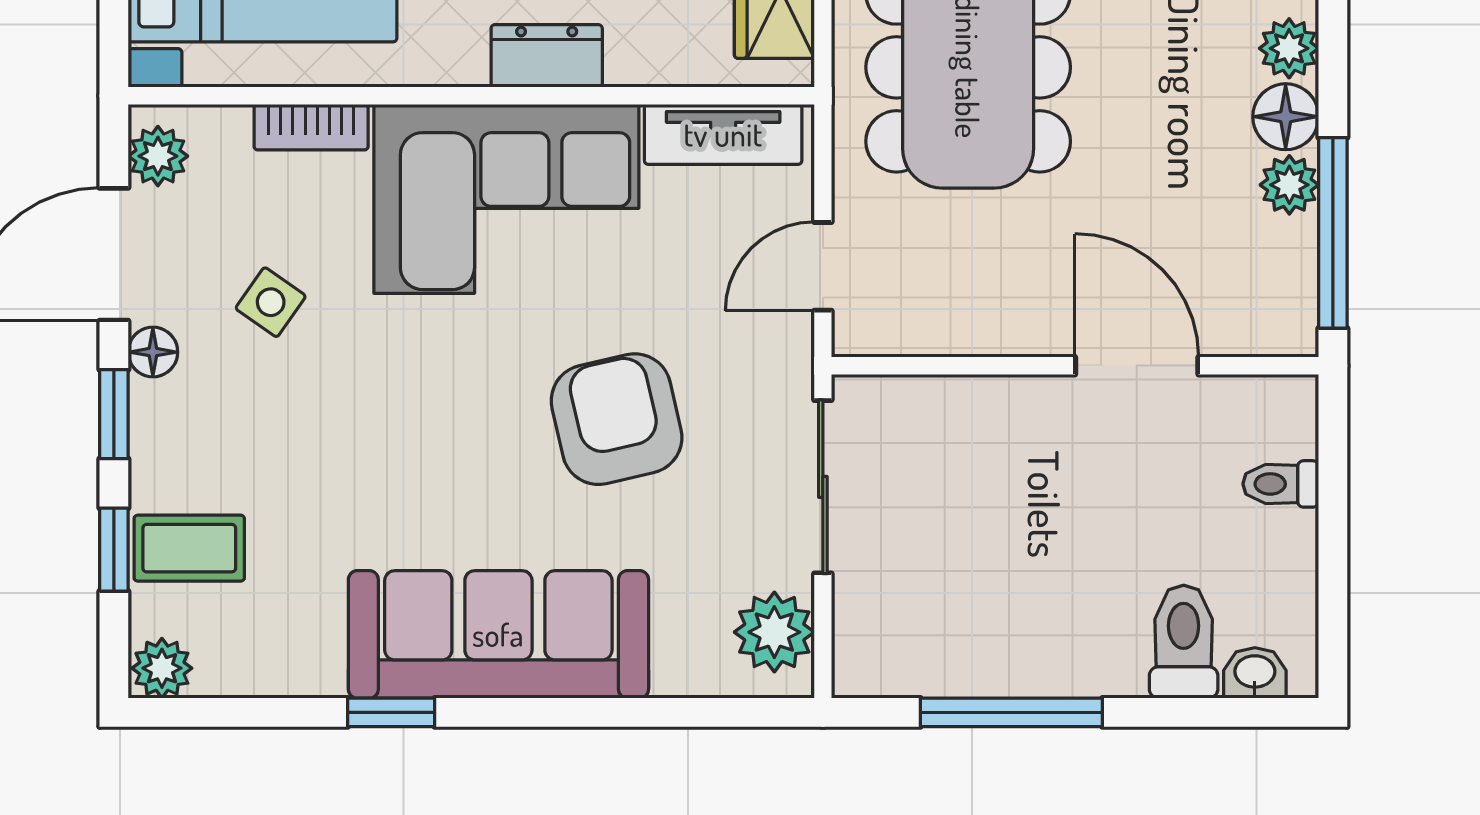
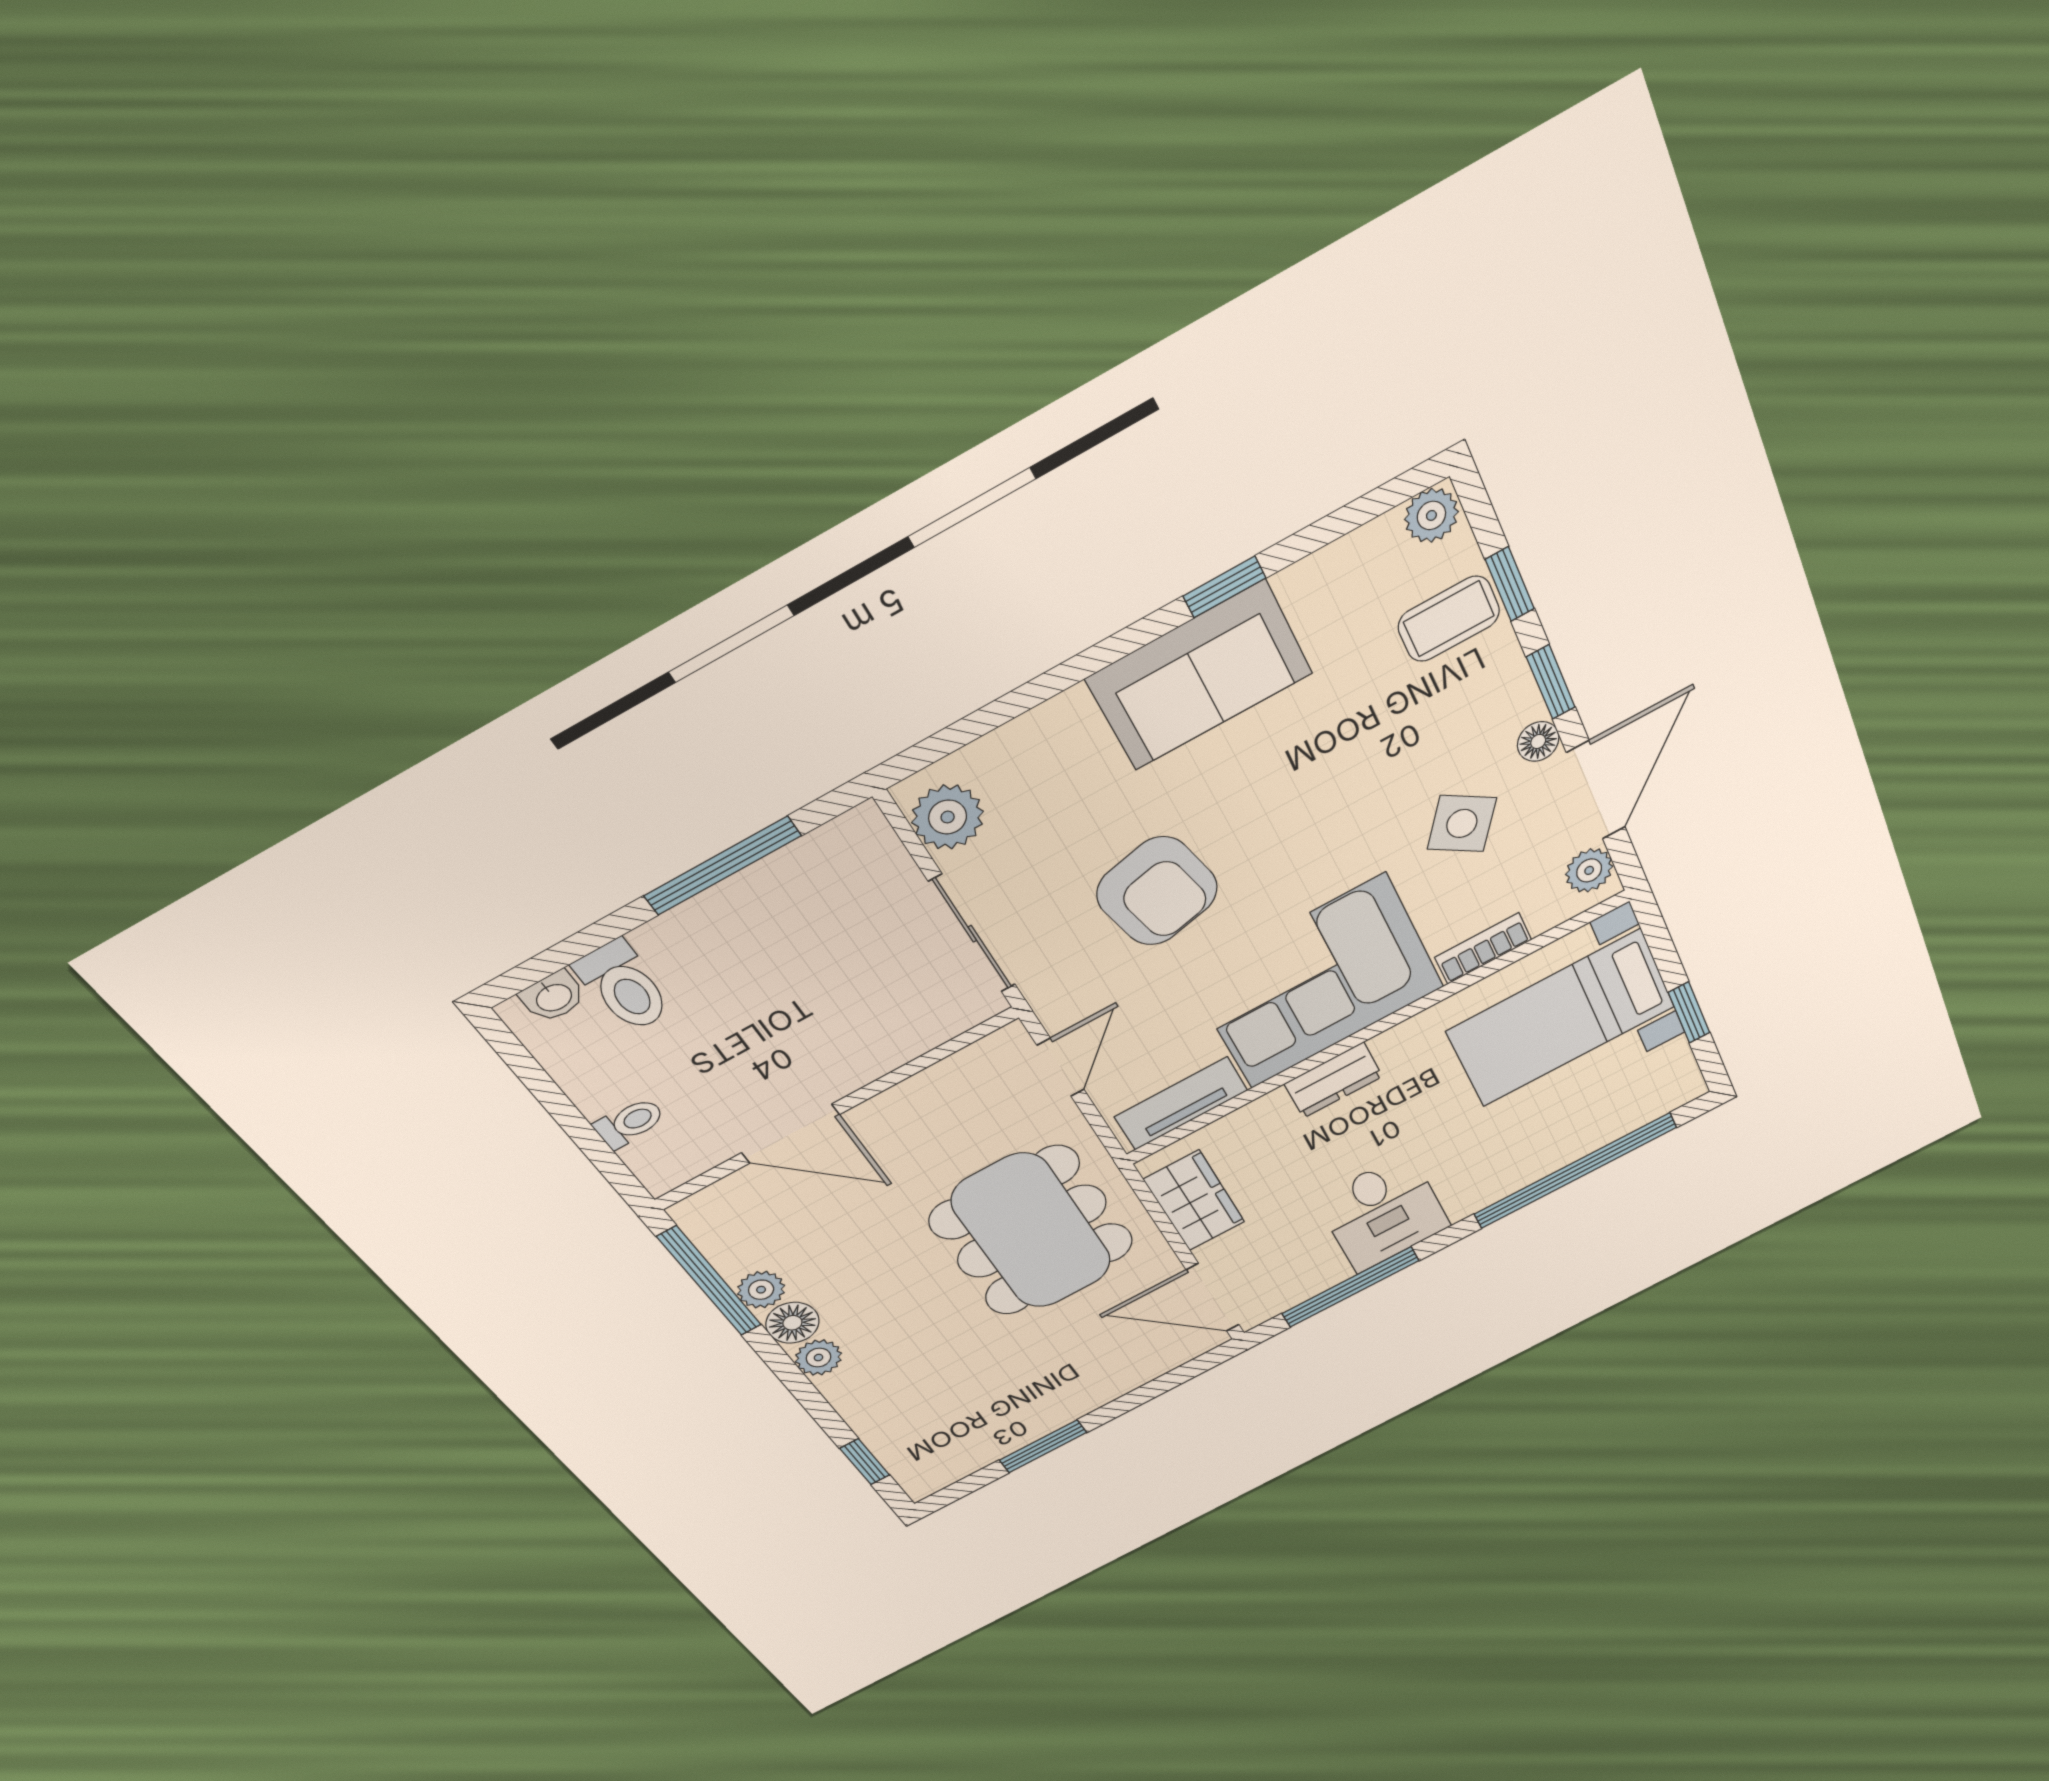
side table: (271, 302) -> (1462, 824), width x1.37, depth x1.37
sofa: (498, 634) -> (1199, 676), width x0.73

